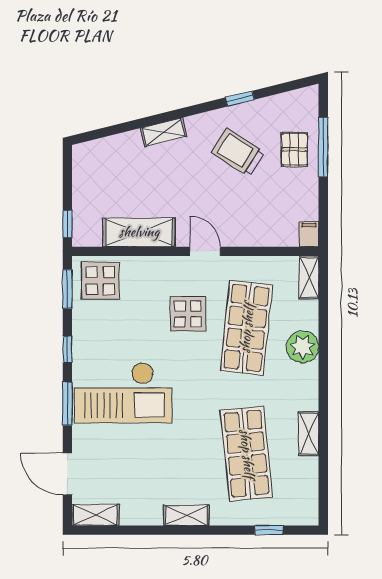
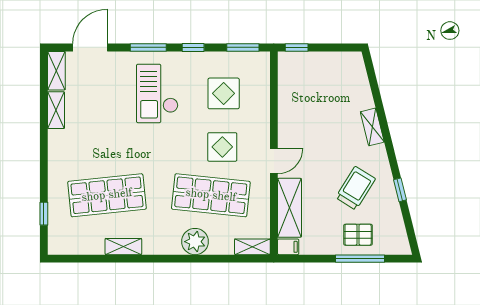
shelving: (139, 232) -> (289, 208), moved
display table: (100, 281) -> (224, 93), moved
checkout: (123, 393) -> (157, 93), width x0.73, depth x0.83
shelving: (186, 515) -> (56, 110), moved

